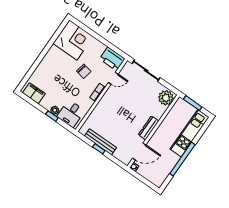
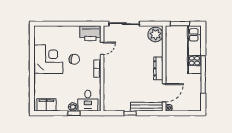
corner desk: (73, 40) -> (48, 59), moved
bench: (101, 142) -> (147, 107), moved

